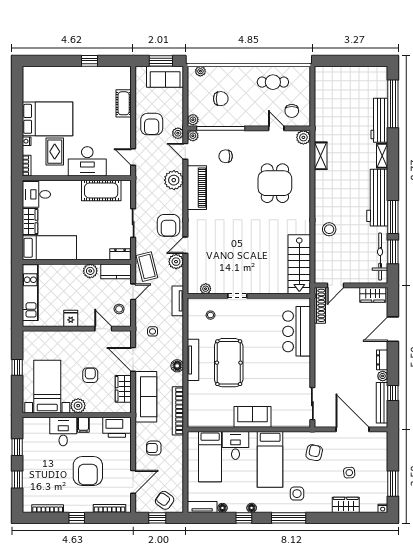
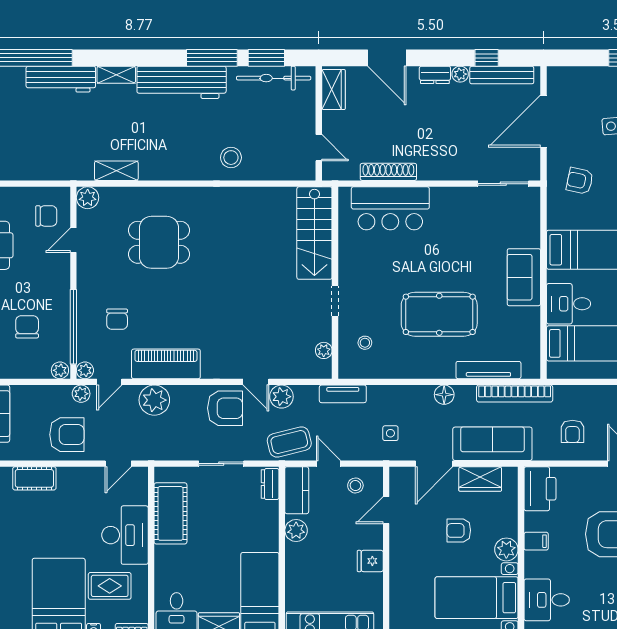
stairs: (299, 264) -> (314, 233), moved, turned 90
shoe rack: (320, 305) -> (388, 172), moved
tv unit: (193, 360) -> (488, 370), moved
desk: (63, 431) -> (547, 600), moved

